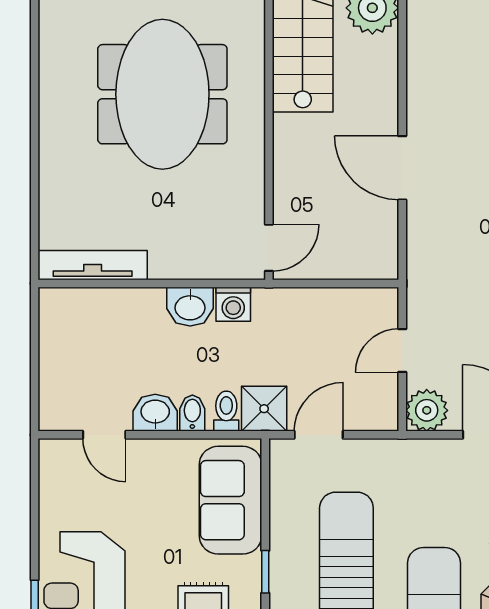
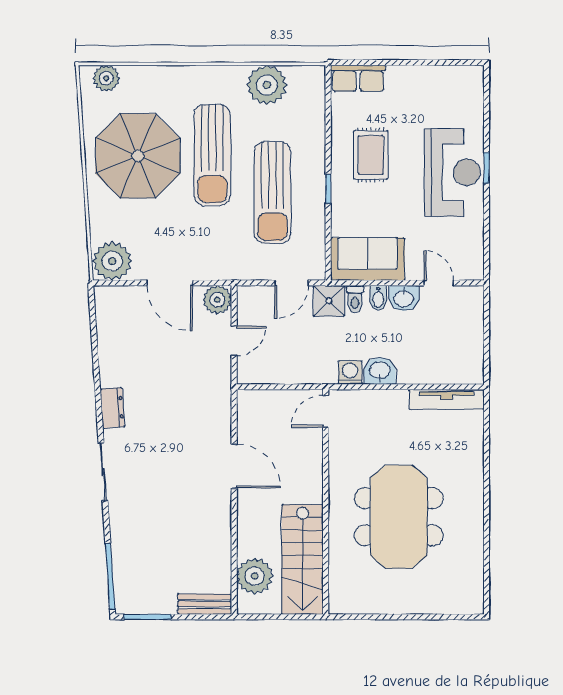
sofa: (230, 500) -> (368, 259), moved, turned -90

